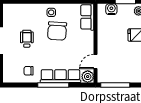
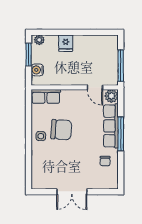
wheelchair: (27, 39) -> (70, 163), removed

